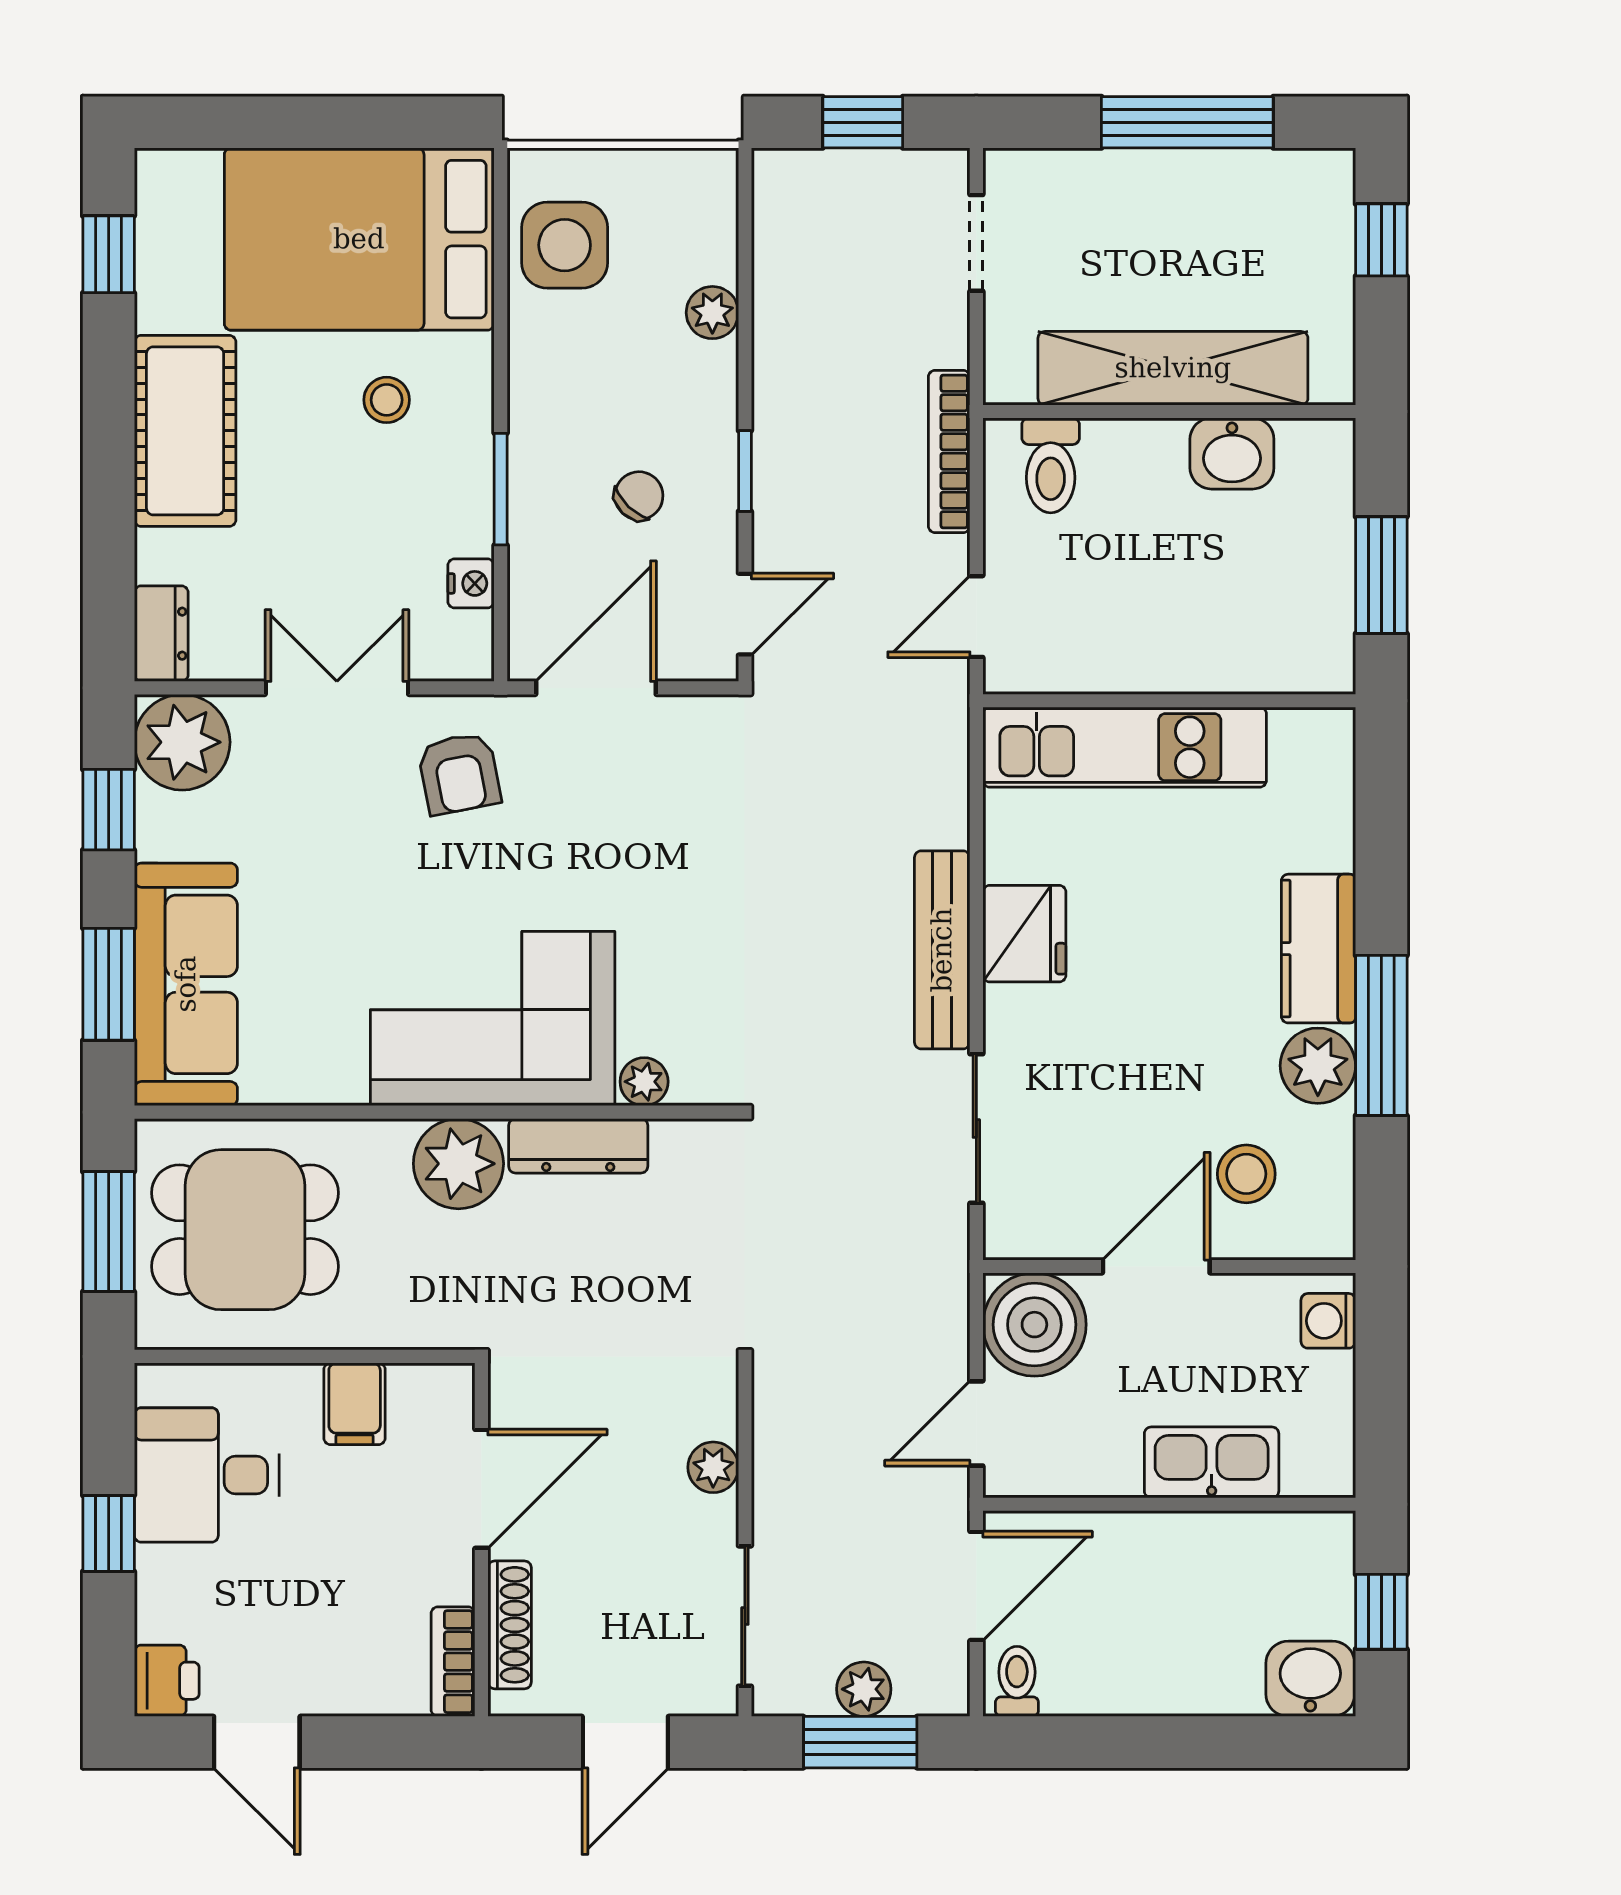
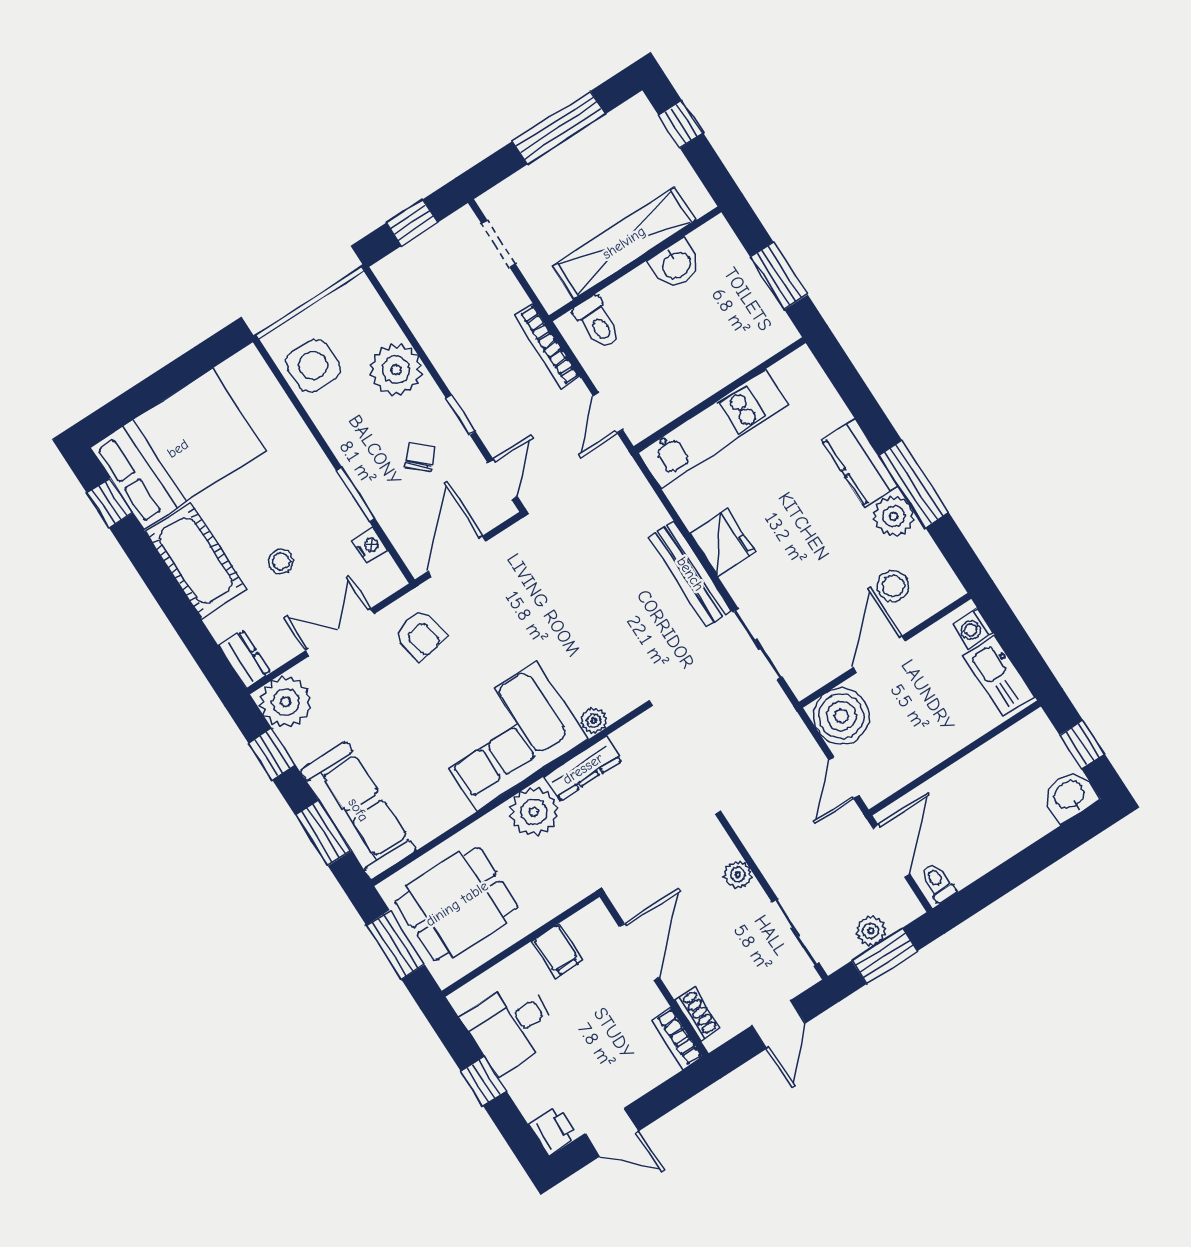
bed: (359, 239) -> (178, 449), moved, turned 180
plant: (712, 313) -> (396, 370), width x1.88, depth x1.88
stool: (387, 400) -> (281, 562), moved
kitchen sink: (1212, 1462) -> (998, 676), moved, turned -90
shoe rack: (510, 1625) -> (697, 1014), width x0.70

